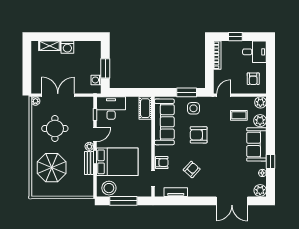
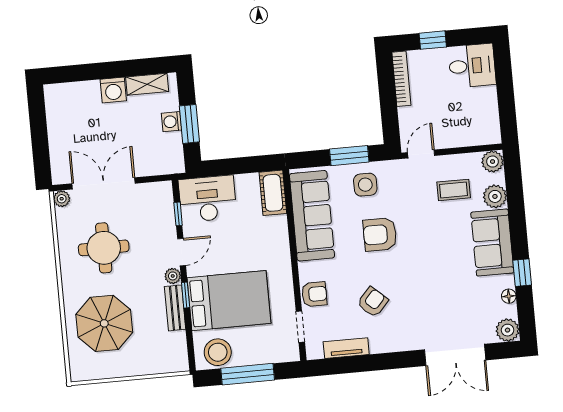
shelving: (50, 46) -> (147, 84), moved
armchair: (253, 79) -> (474, 117), removed
washing machine: (96, 80) -> (172, 122), moved

